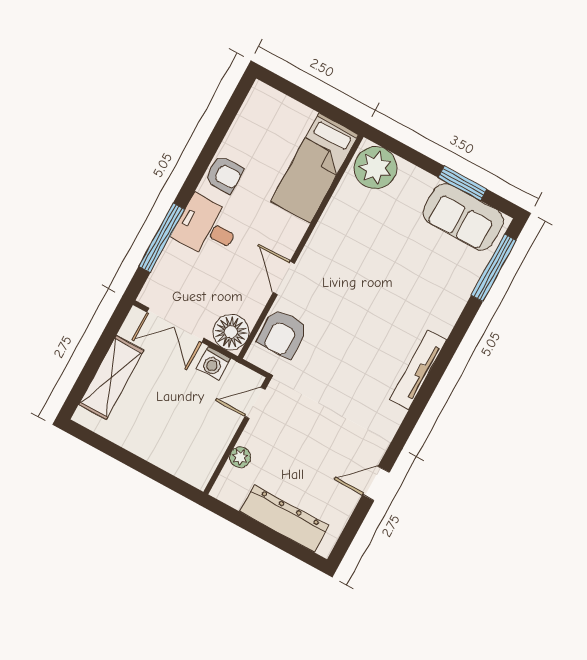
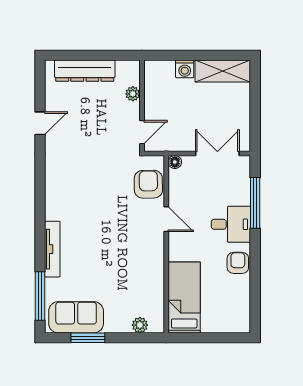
plant: (375, 168) -> (140, 325), width x0.53, depth x0.53
armchair: (224, 175) -> (238, 263), turned 90
floor lamp: (231, 332) -> (175, 162), width x0.53, depth x0.53
washing machine: (213, 363) -> (185, 69), moved, turned 180
tv unit: (418, 370) -> (52, 249), moved
shelving: (111, 378) -> (223, 71), moved, turned 90

